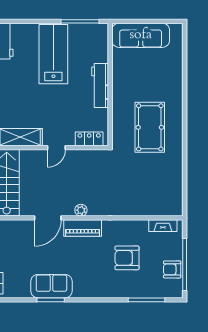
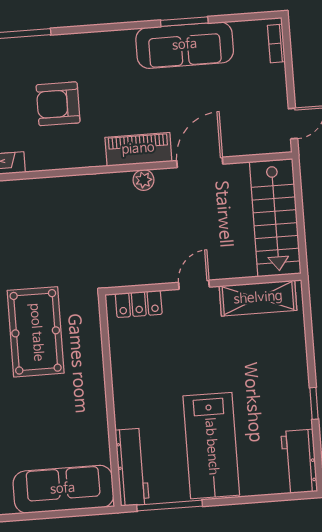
workbench: (100, 86) -> (132, 467), moved
armchair: (127, 258) -> (58, 104), turned 180
sofa: (51, 286) -> (185, 45), width x1.36

